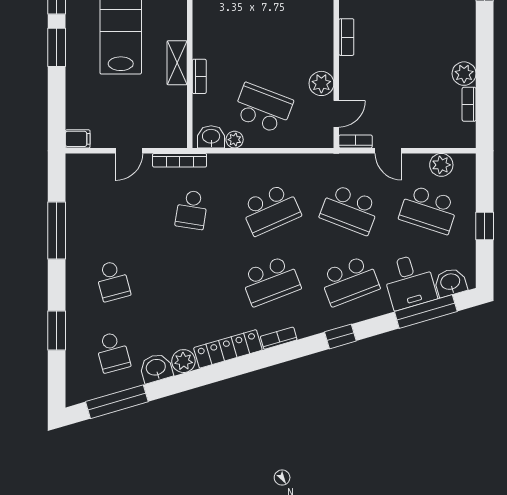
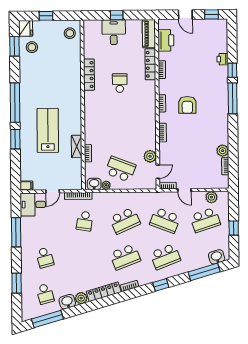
school desk: (429, 210) -> (205, 220), turned -36
desk: (409, 282) -> (33, 204), moved, turned 106

